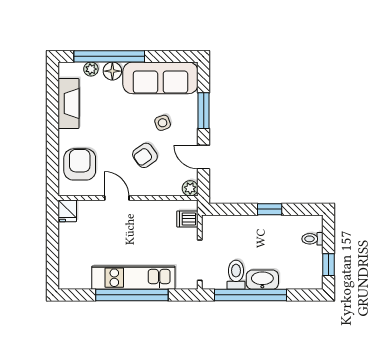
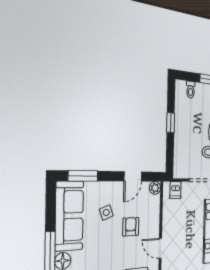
window: (204, 111) -> (83, 176), moved
armchair: (145, 155) -> (131, 227), turned -145
door: (117, 198) -> (160, 248), hinge flipped

